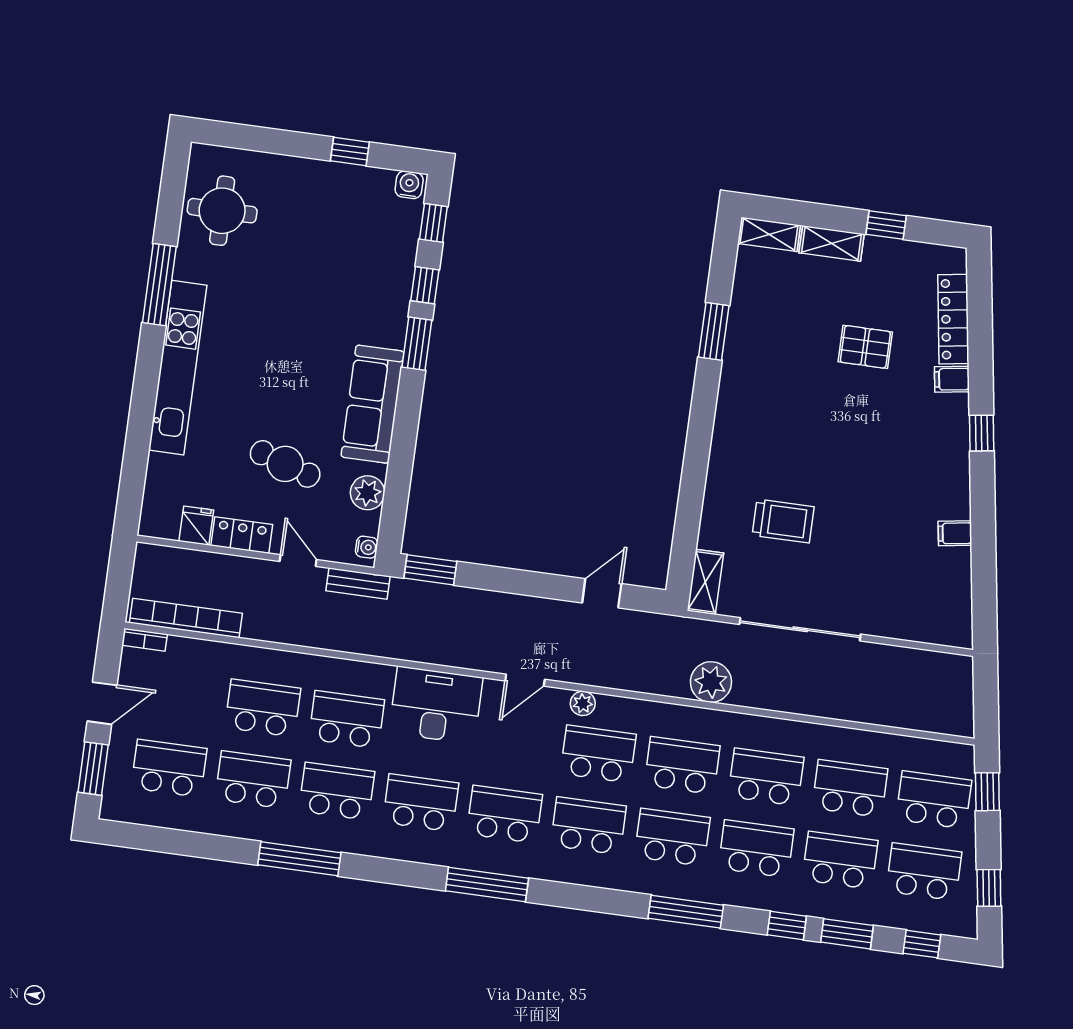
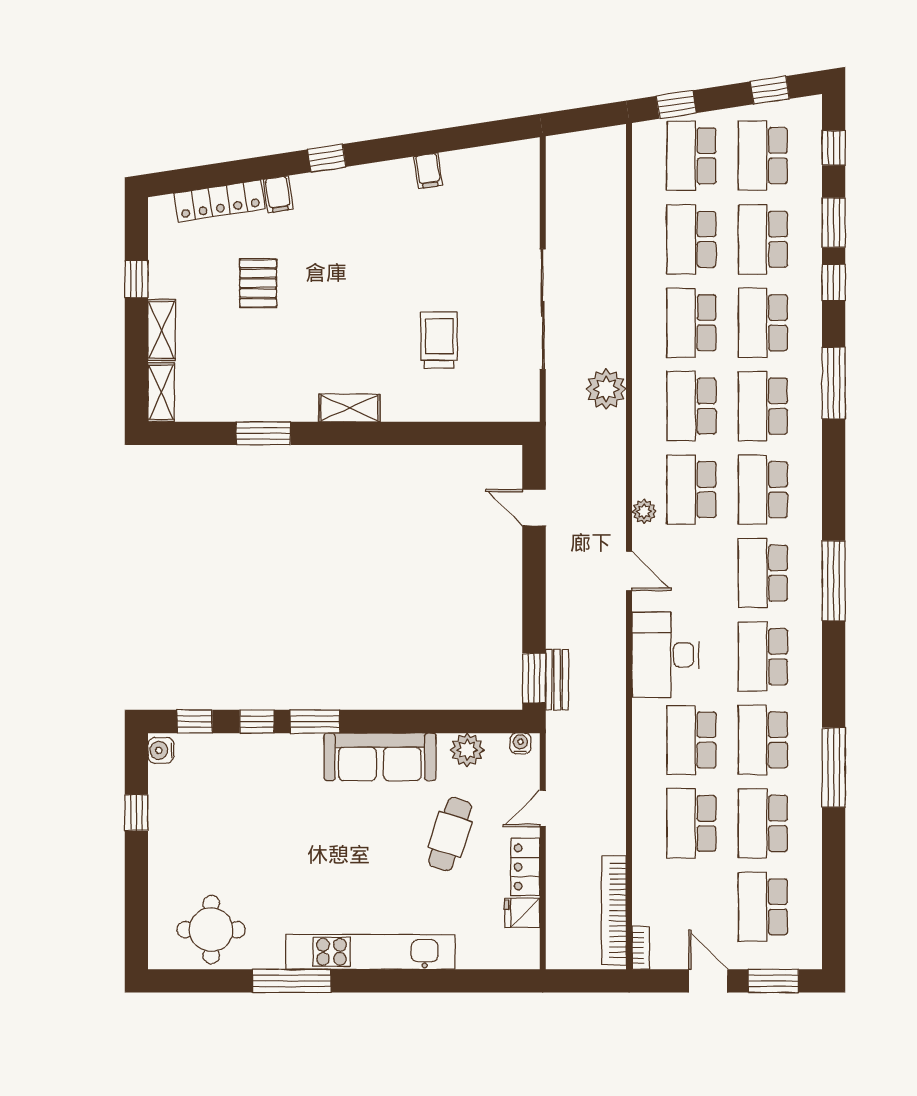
shelving: (705, 582) -> (350, 408), moved
bench: (358, 584) -> (557, 680), moved

